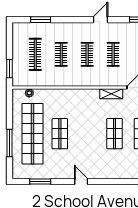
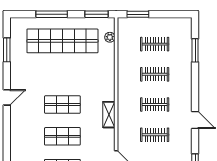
clothes rail: (35, 54) -> (155, 44), width x0.73
shelving: (111, 94) -> (109, 115), moved
window: (10, 104) -> (97, 14), added
shop shelf: (60, 134) -> (62, 105), moved

